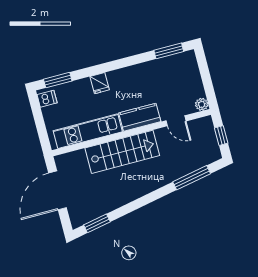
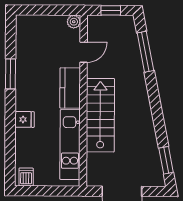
window: (169, 51) -> (10, 74), moved
window: (58, 80) -> (10, 161), removed

